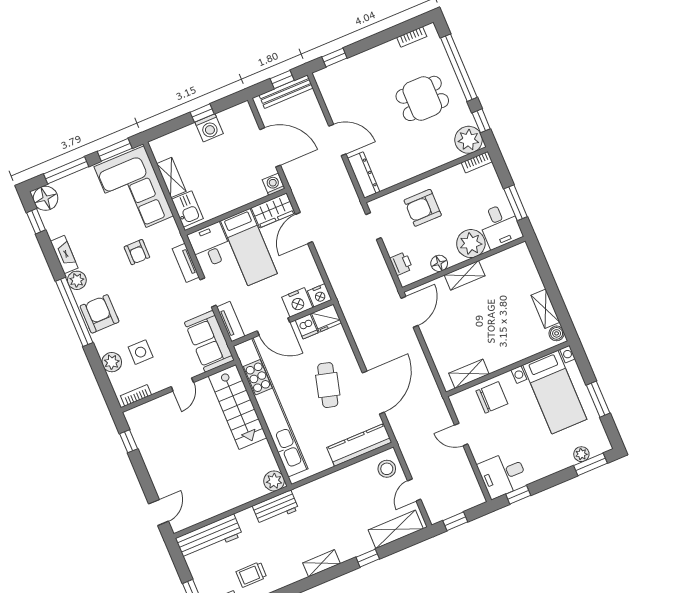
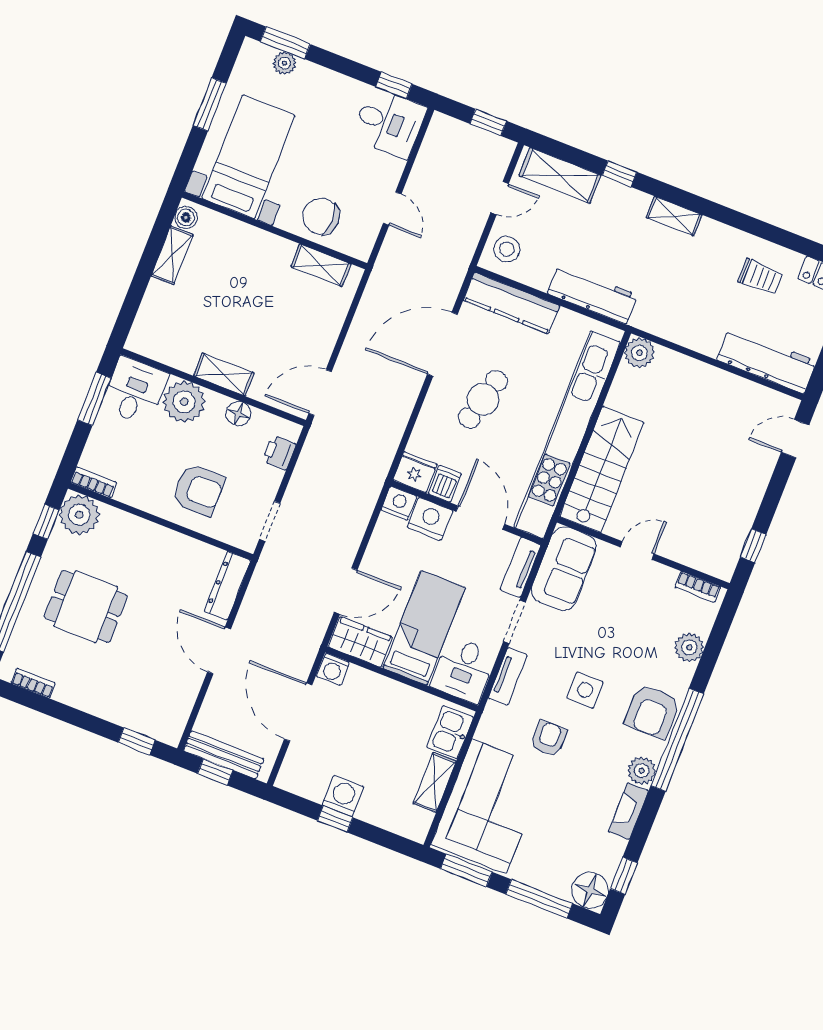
side table: (141, 352) -> (585, 690), moved
workbench: (276, 508) -> (593, 294), moved, width x1.38

